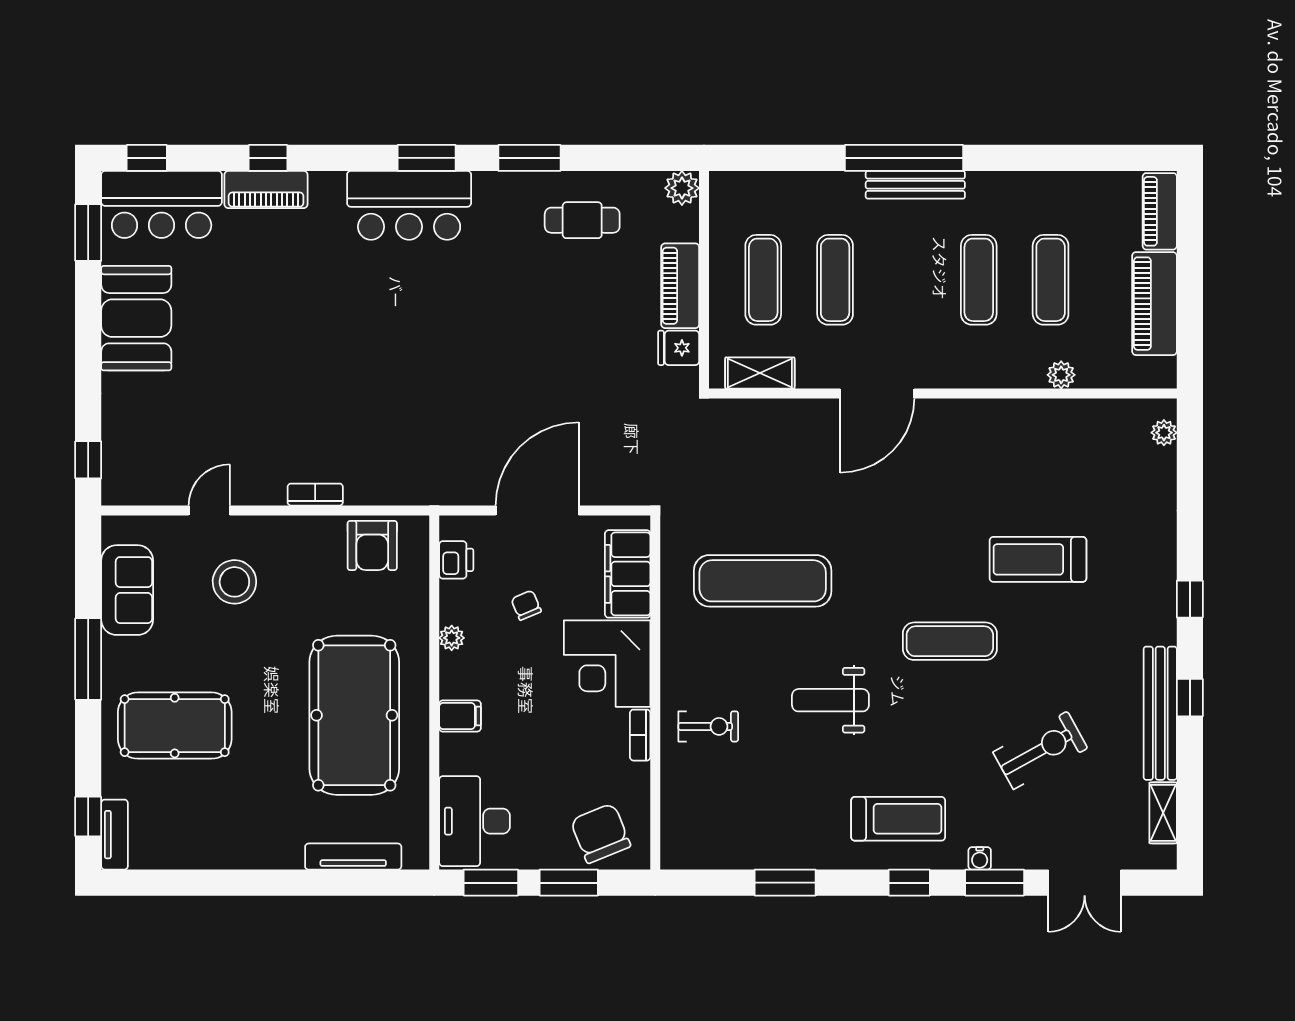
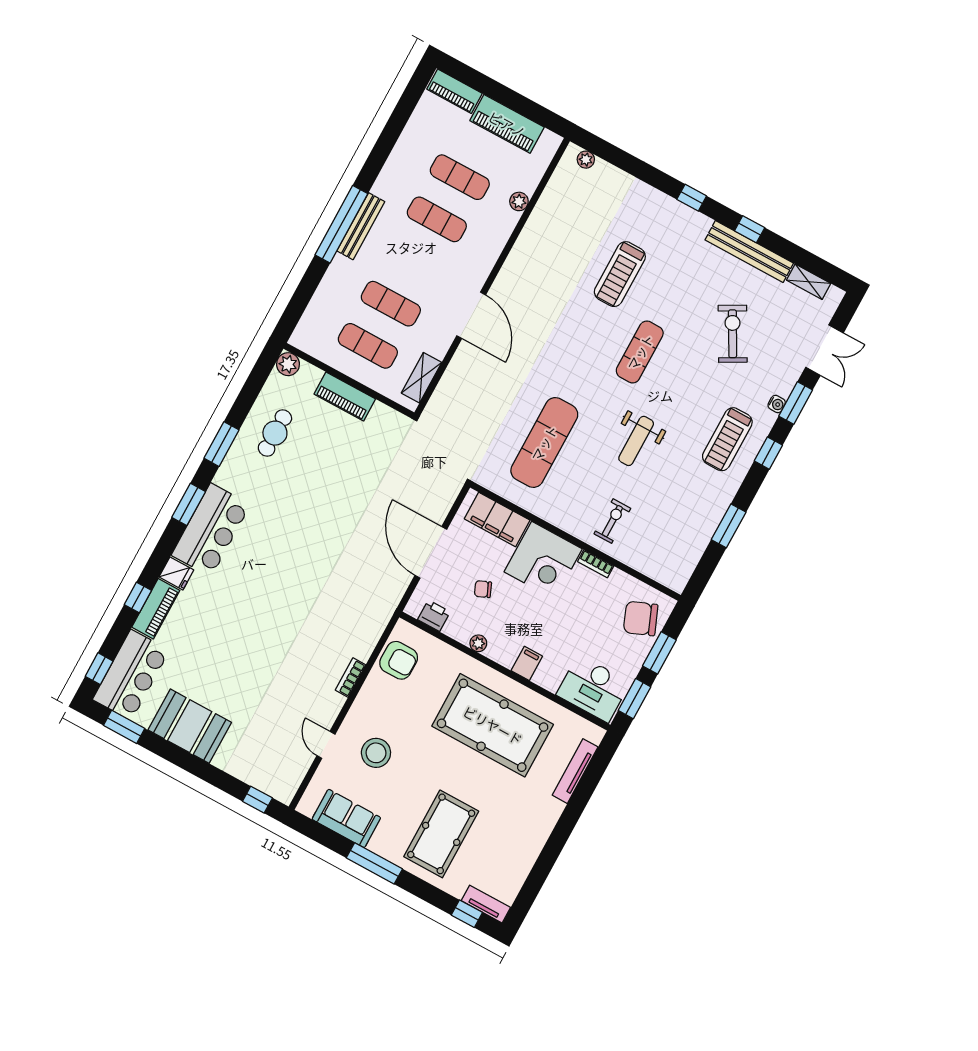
fridge: (679, 348) -> (176, 573), moved, turned -90
treadmill: (898, 819) -> (727, 439), turned 180

